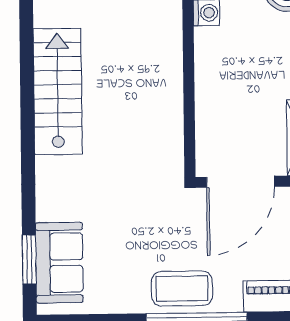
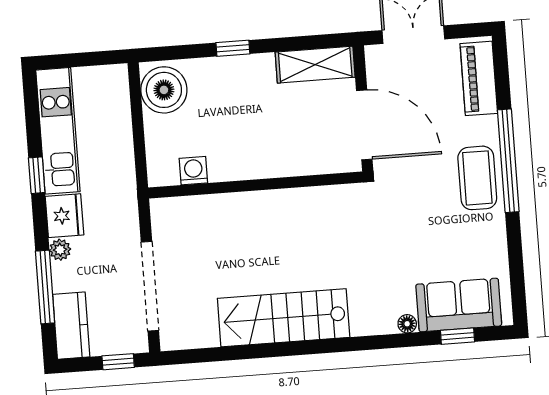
floor lamp: (44, 211) -> (407, 324), added
window: (29, 259) -> (457, 336), width x0.67

